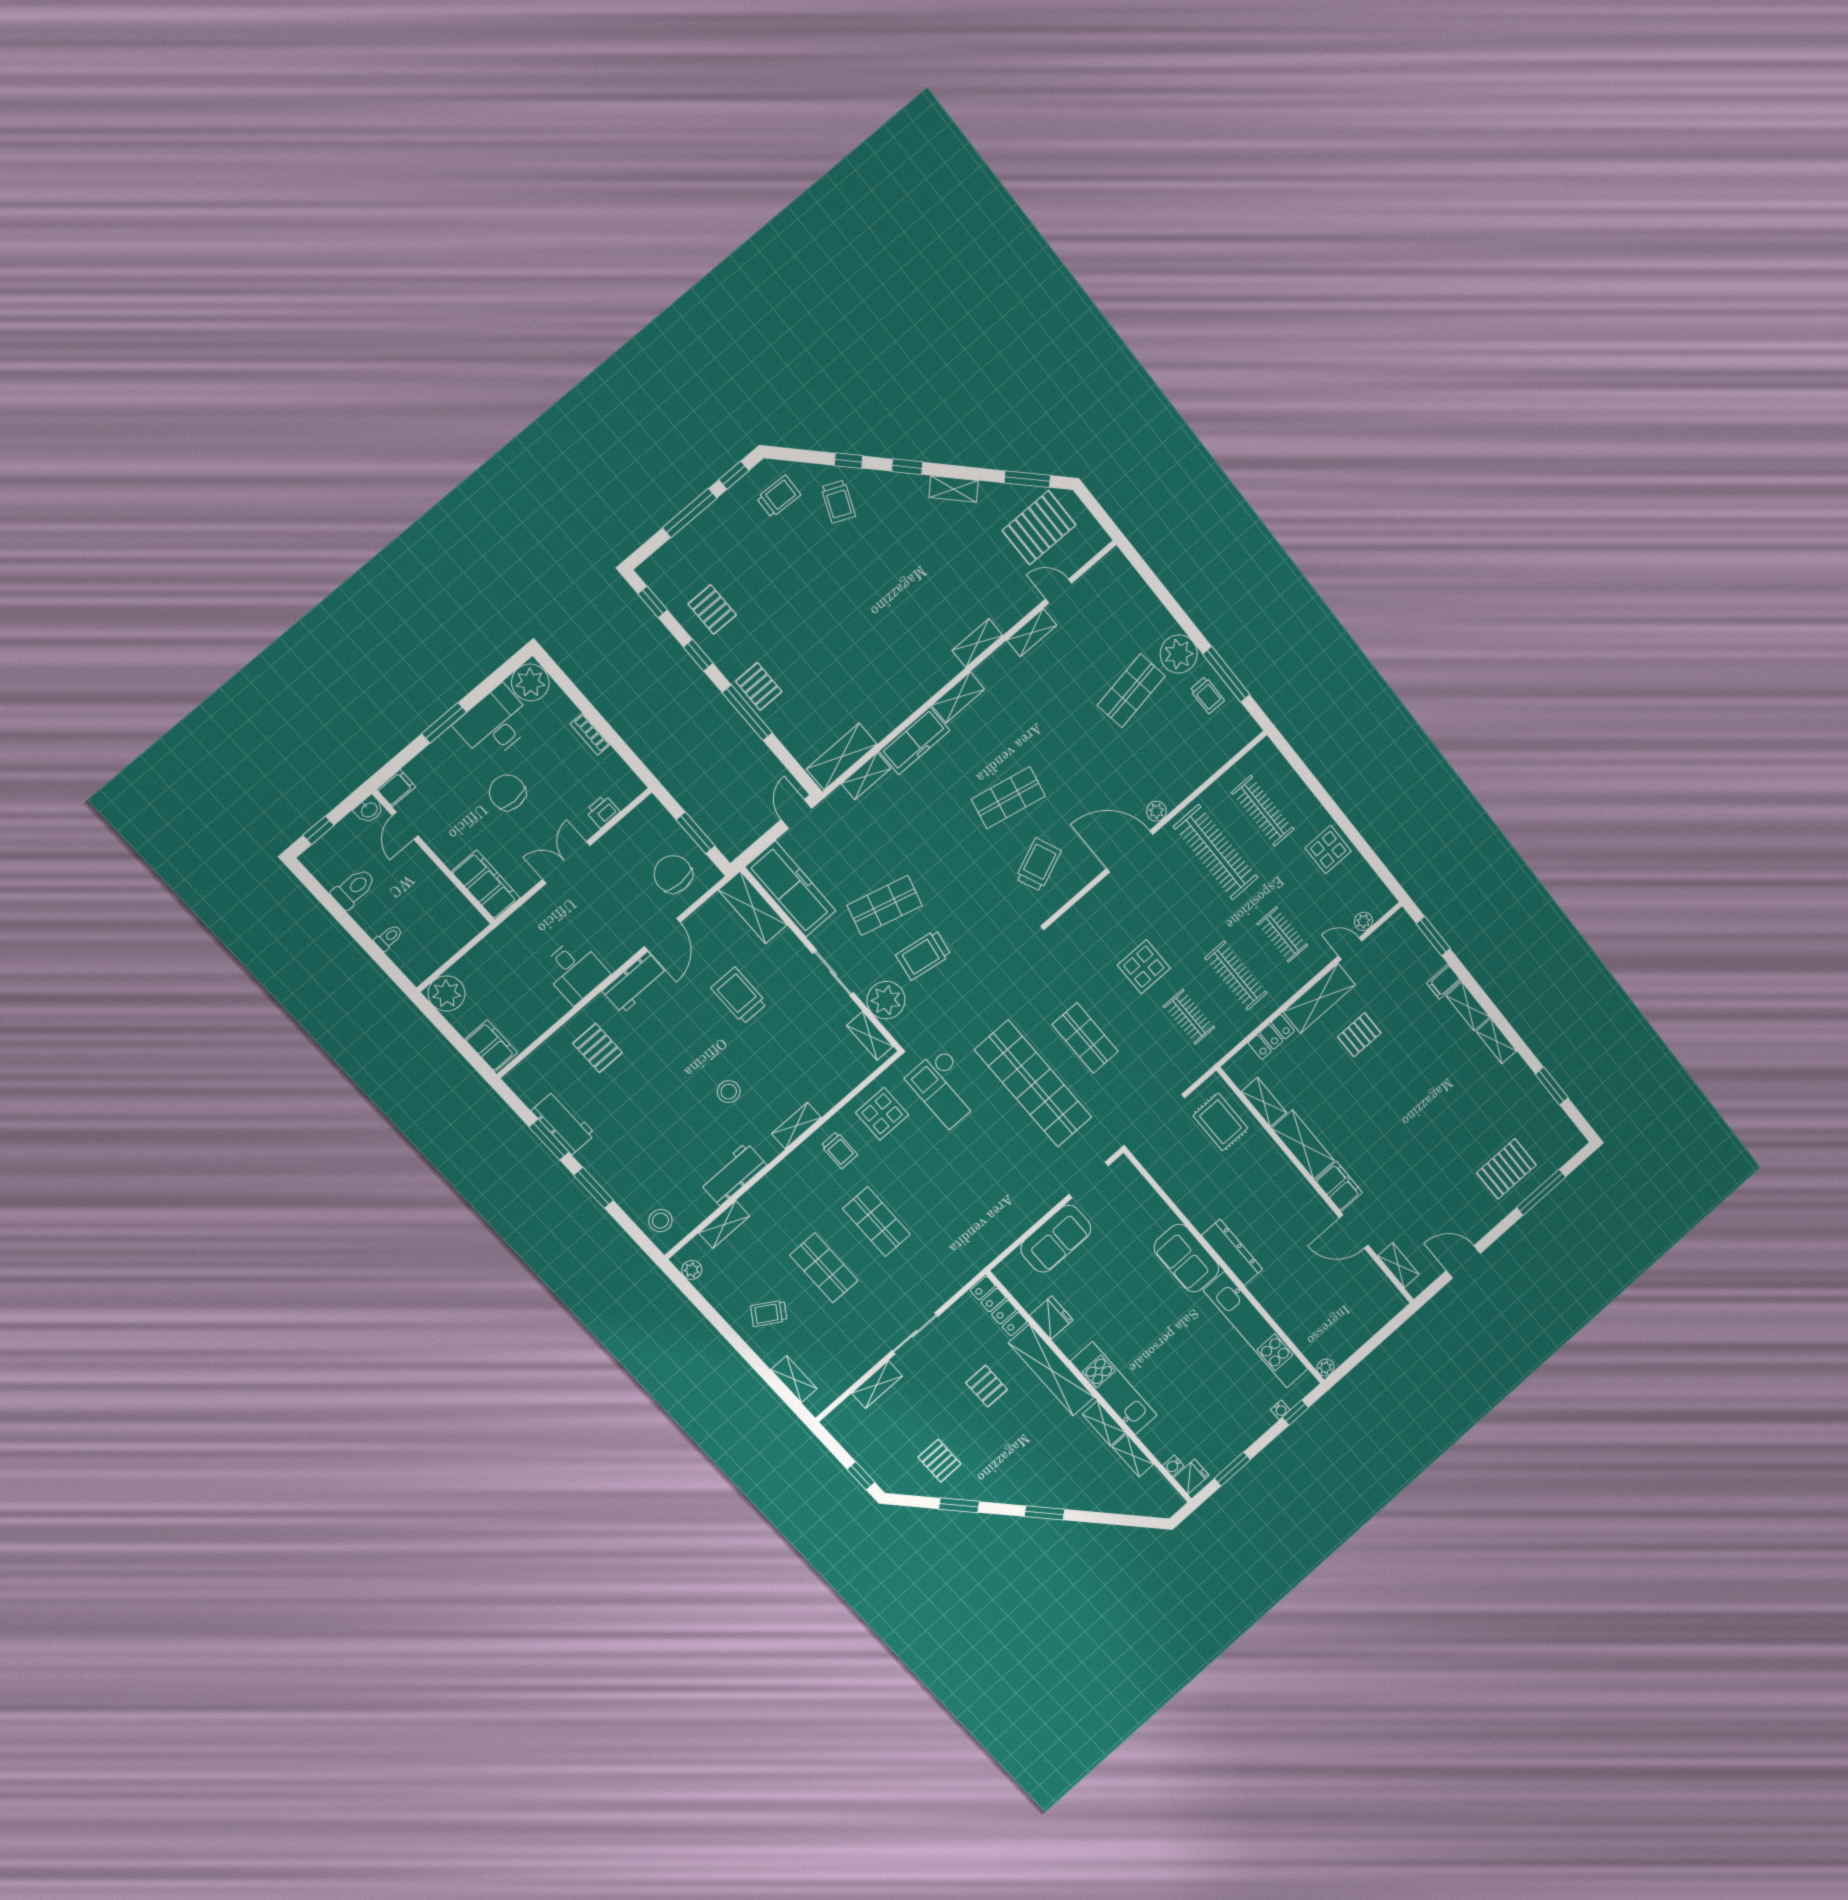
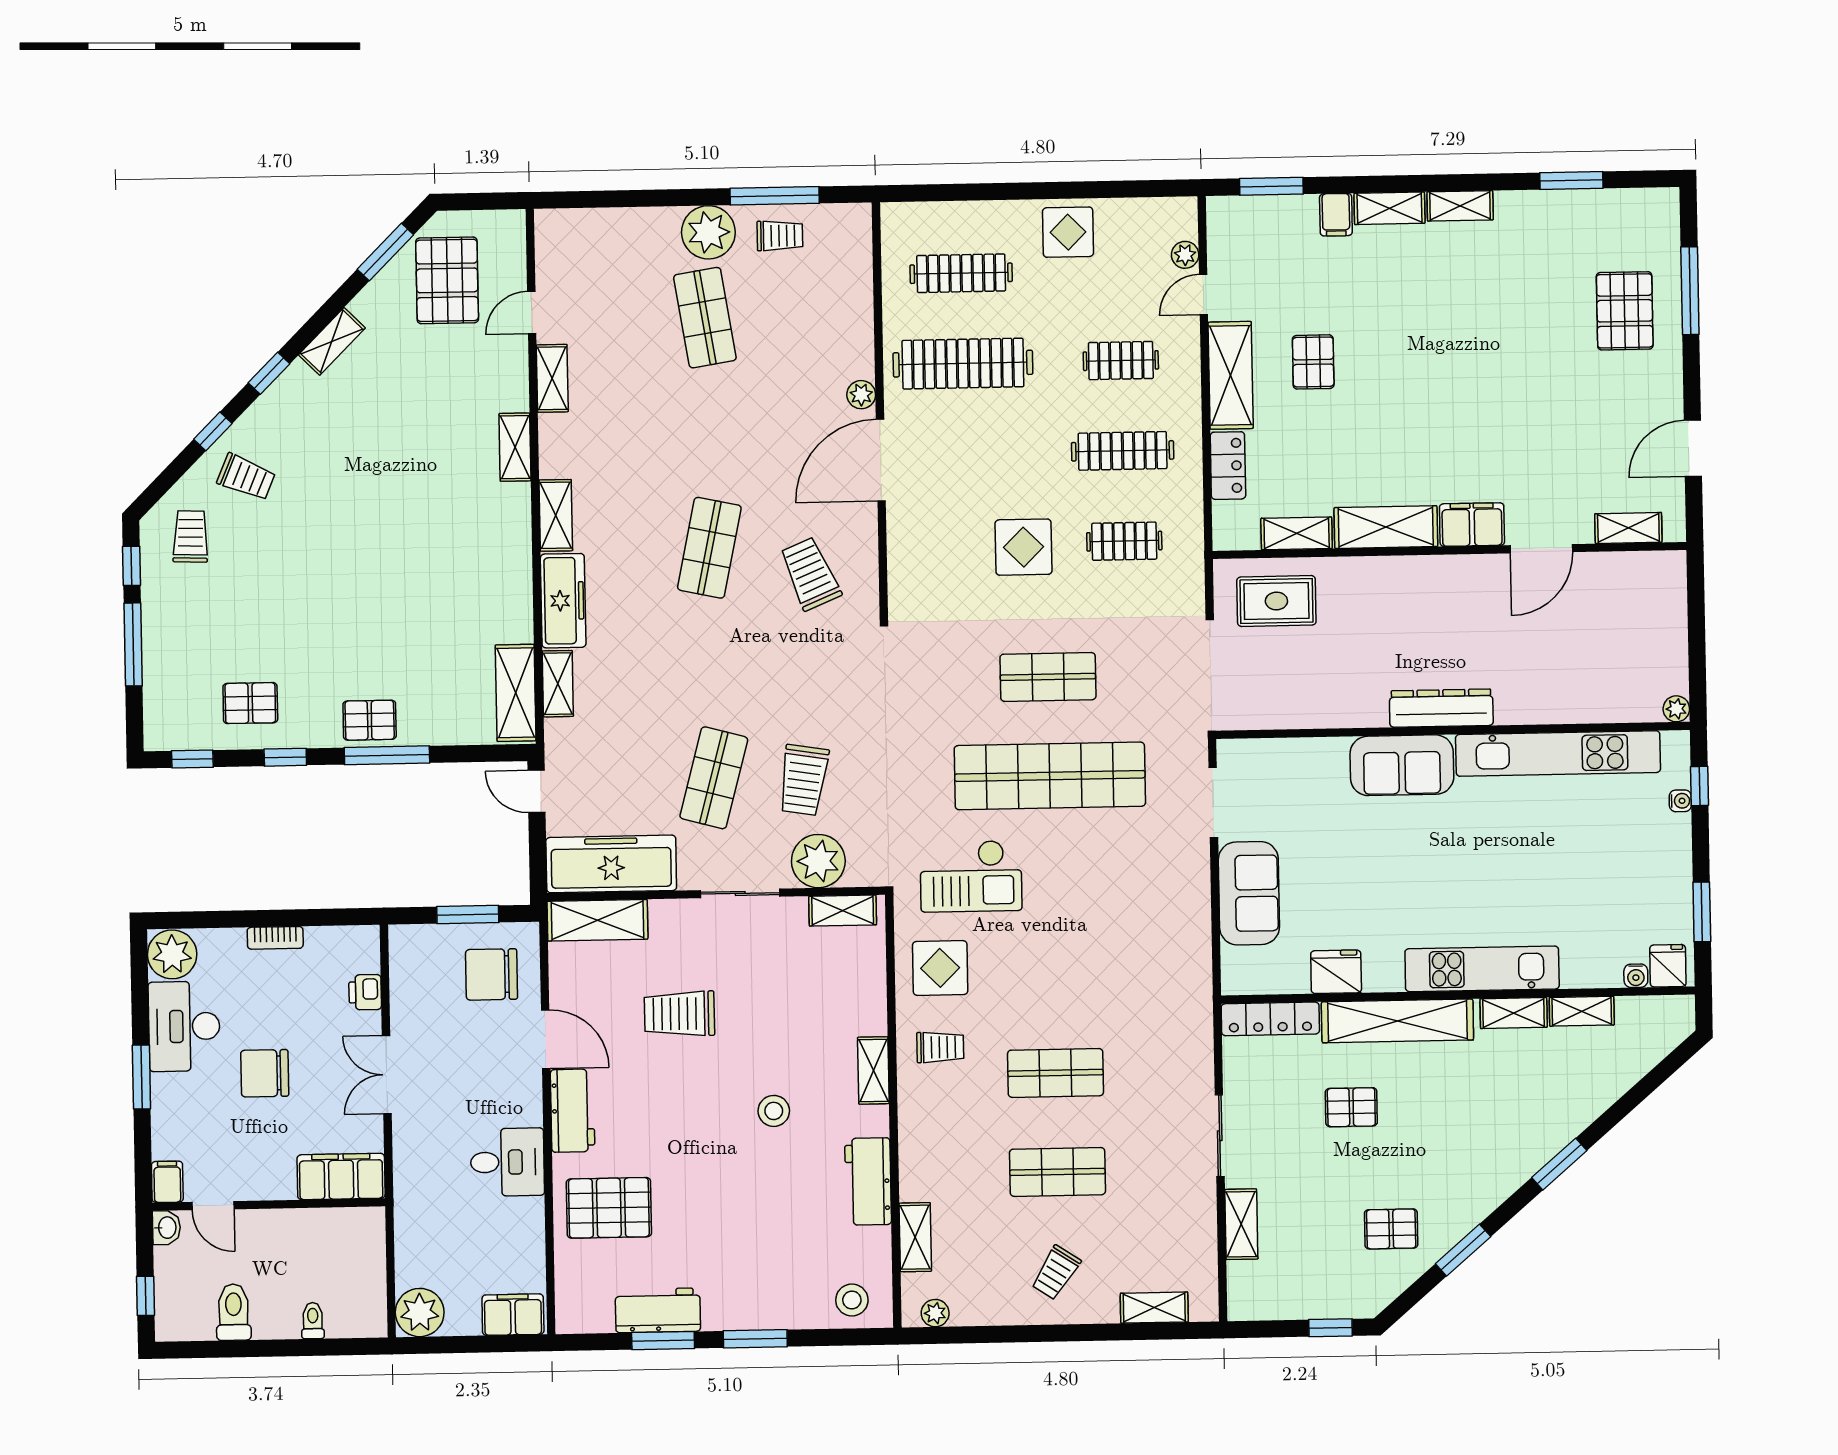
pallet: (598, 1048) -> (609, 1208), width x1.50, depth x1.42

